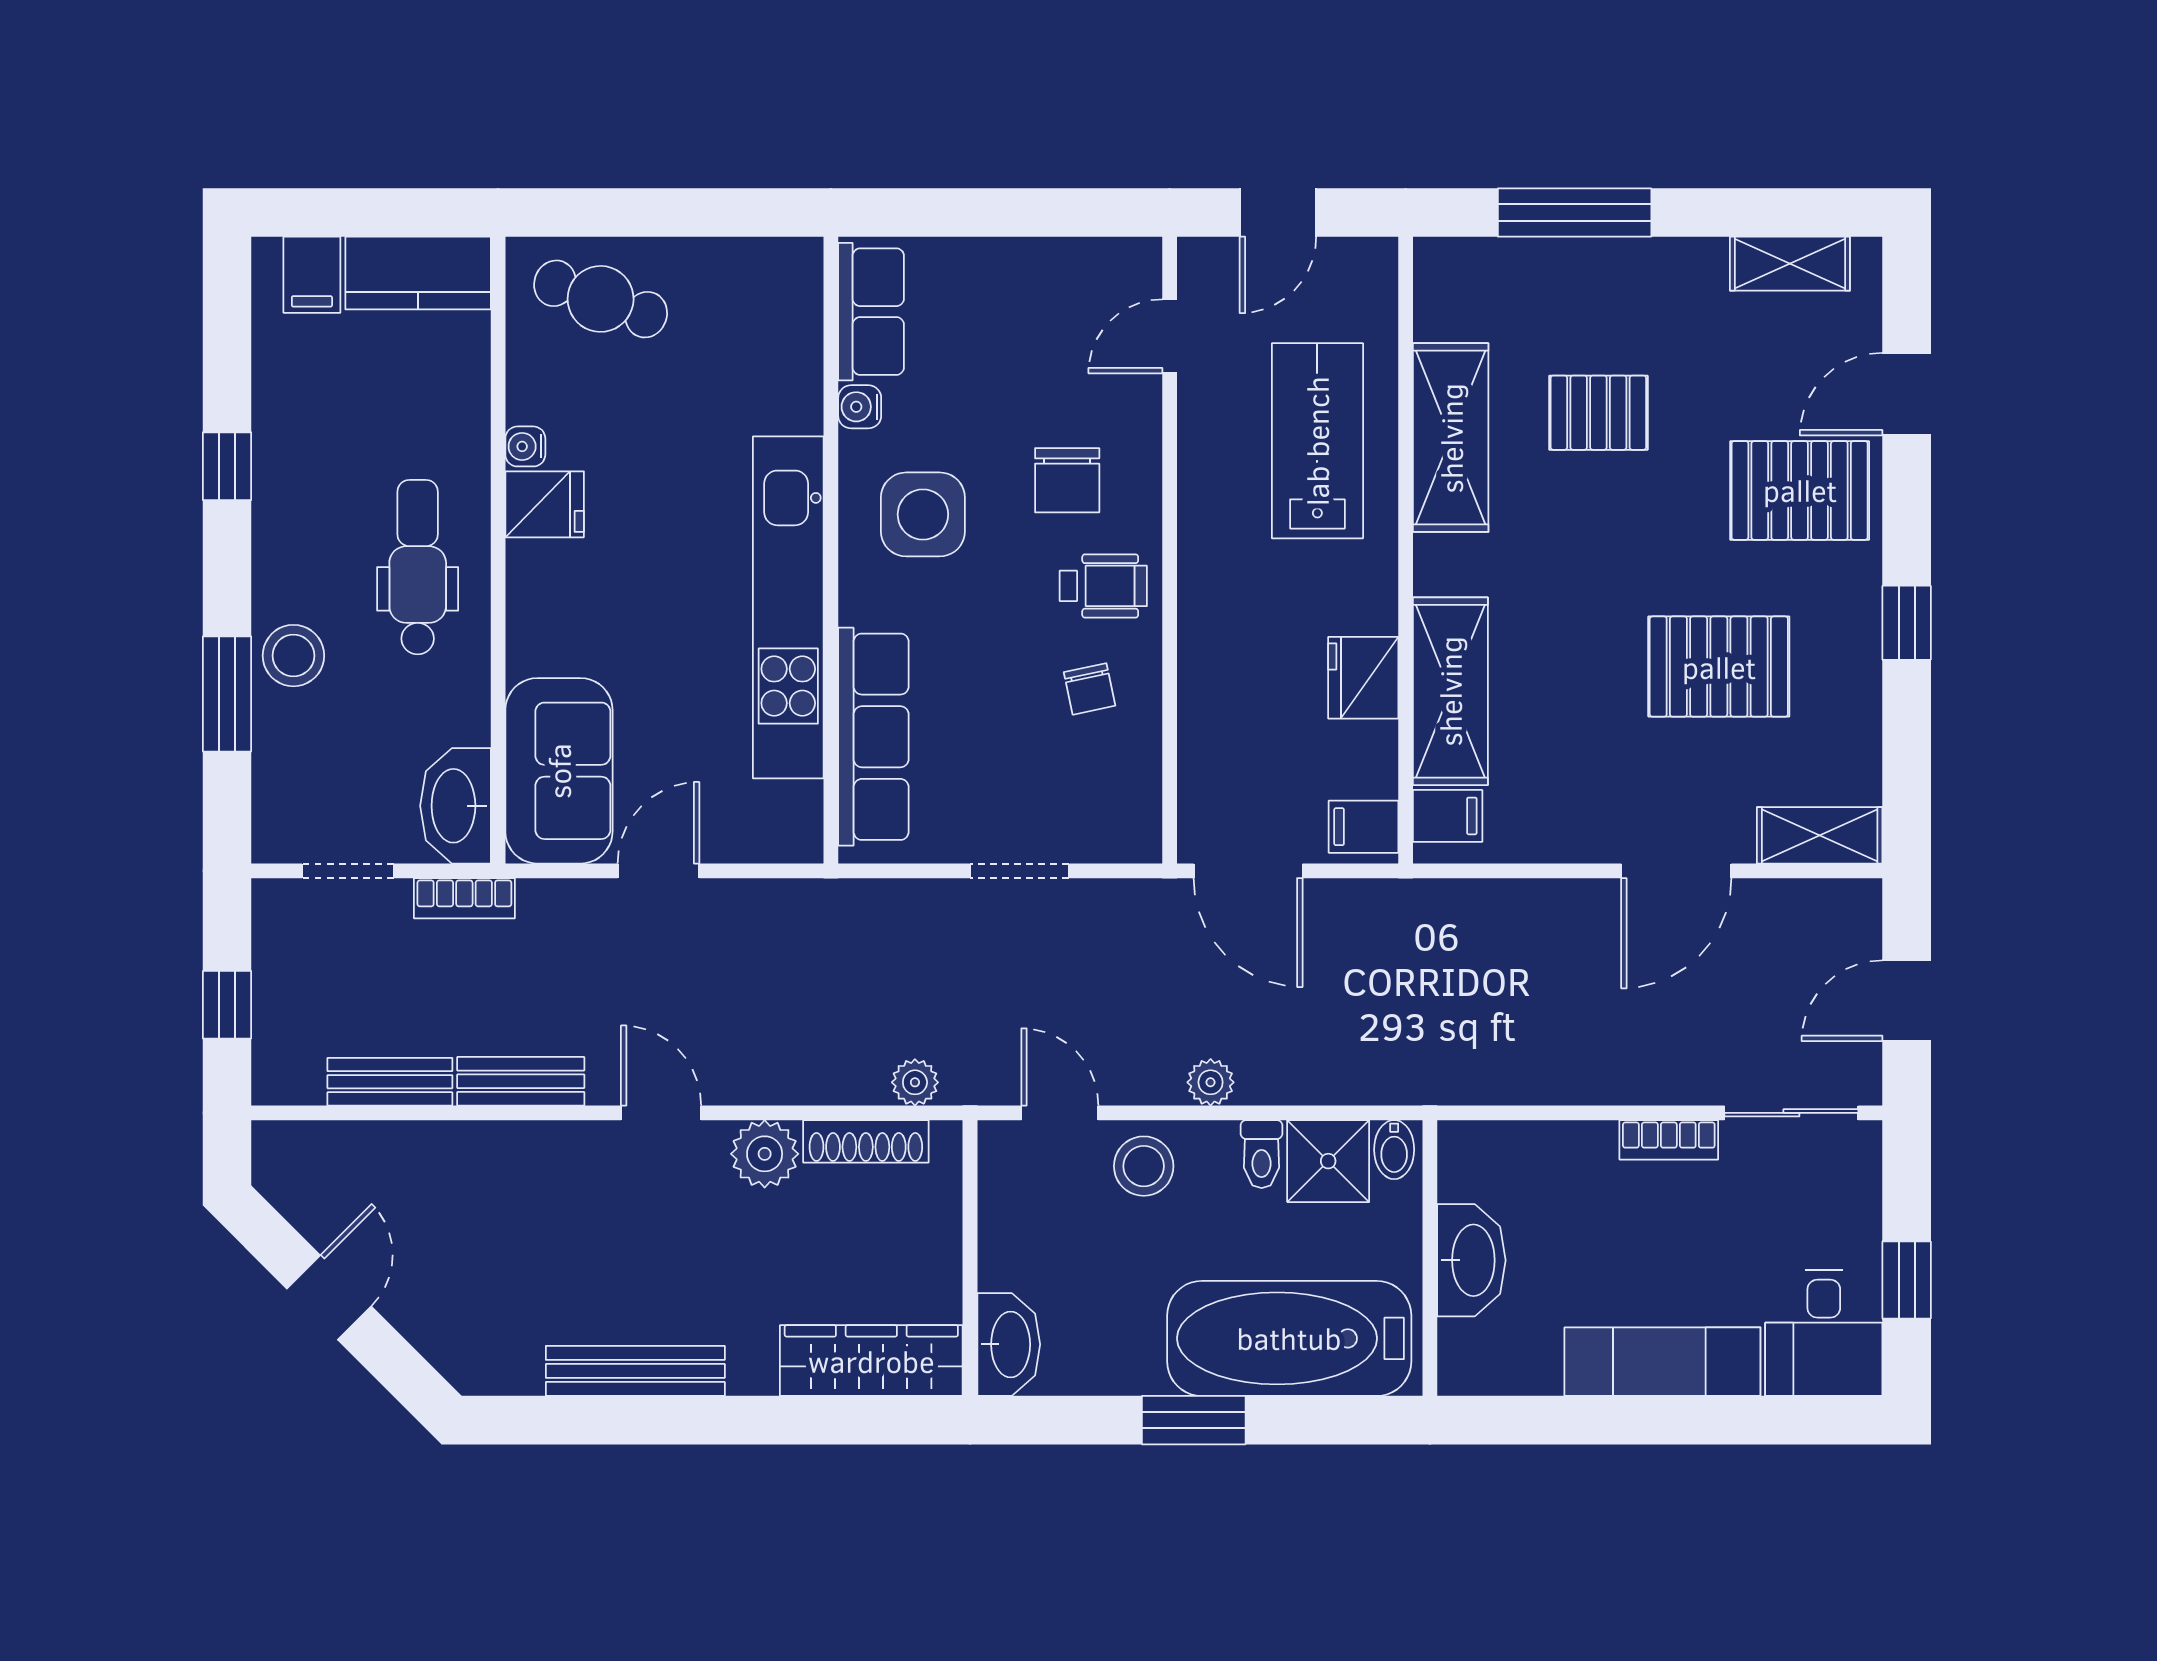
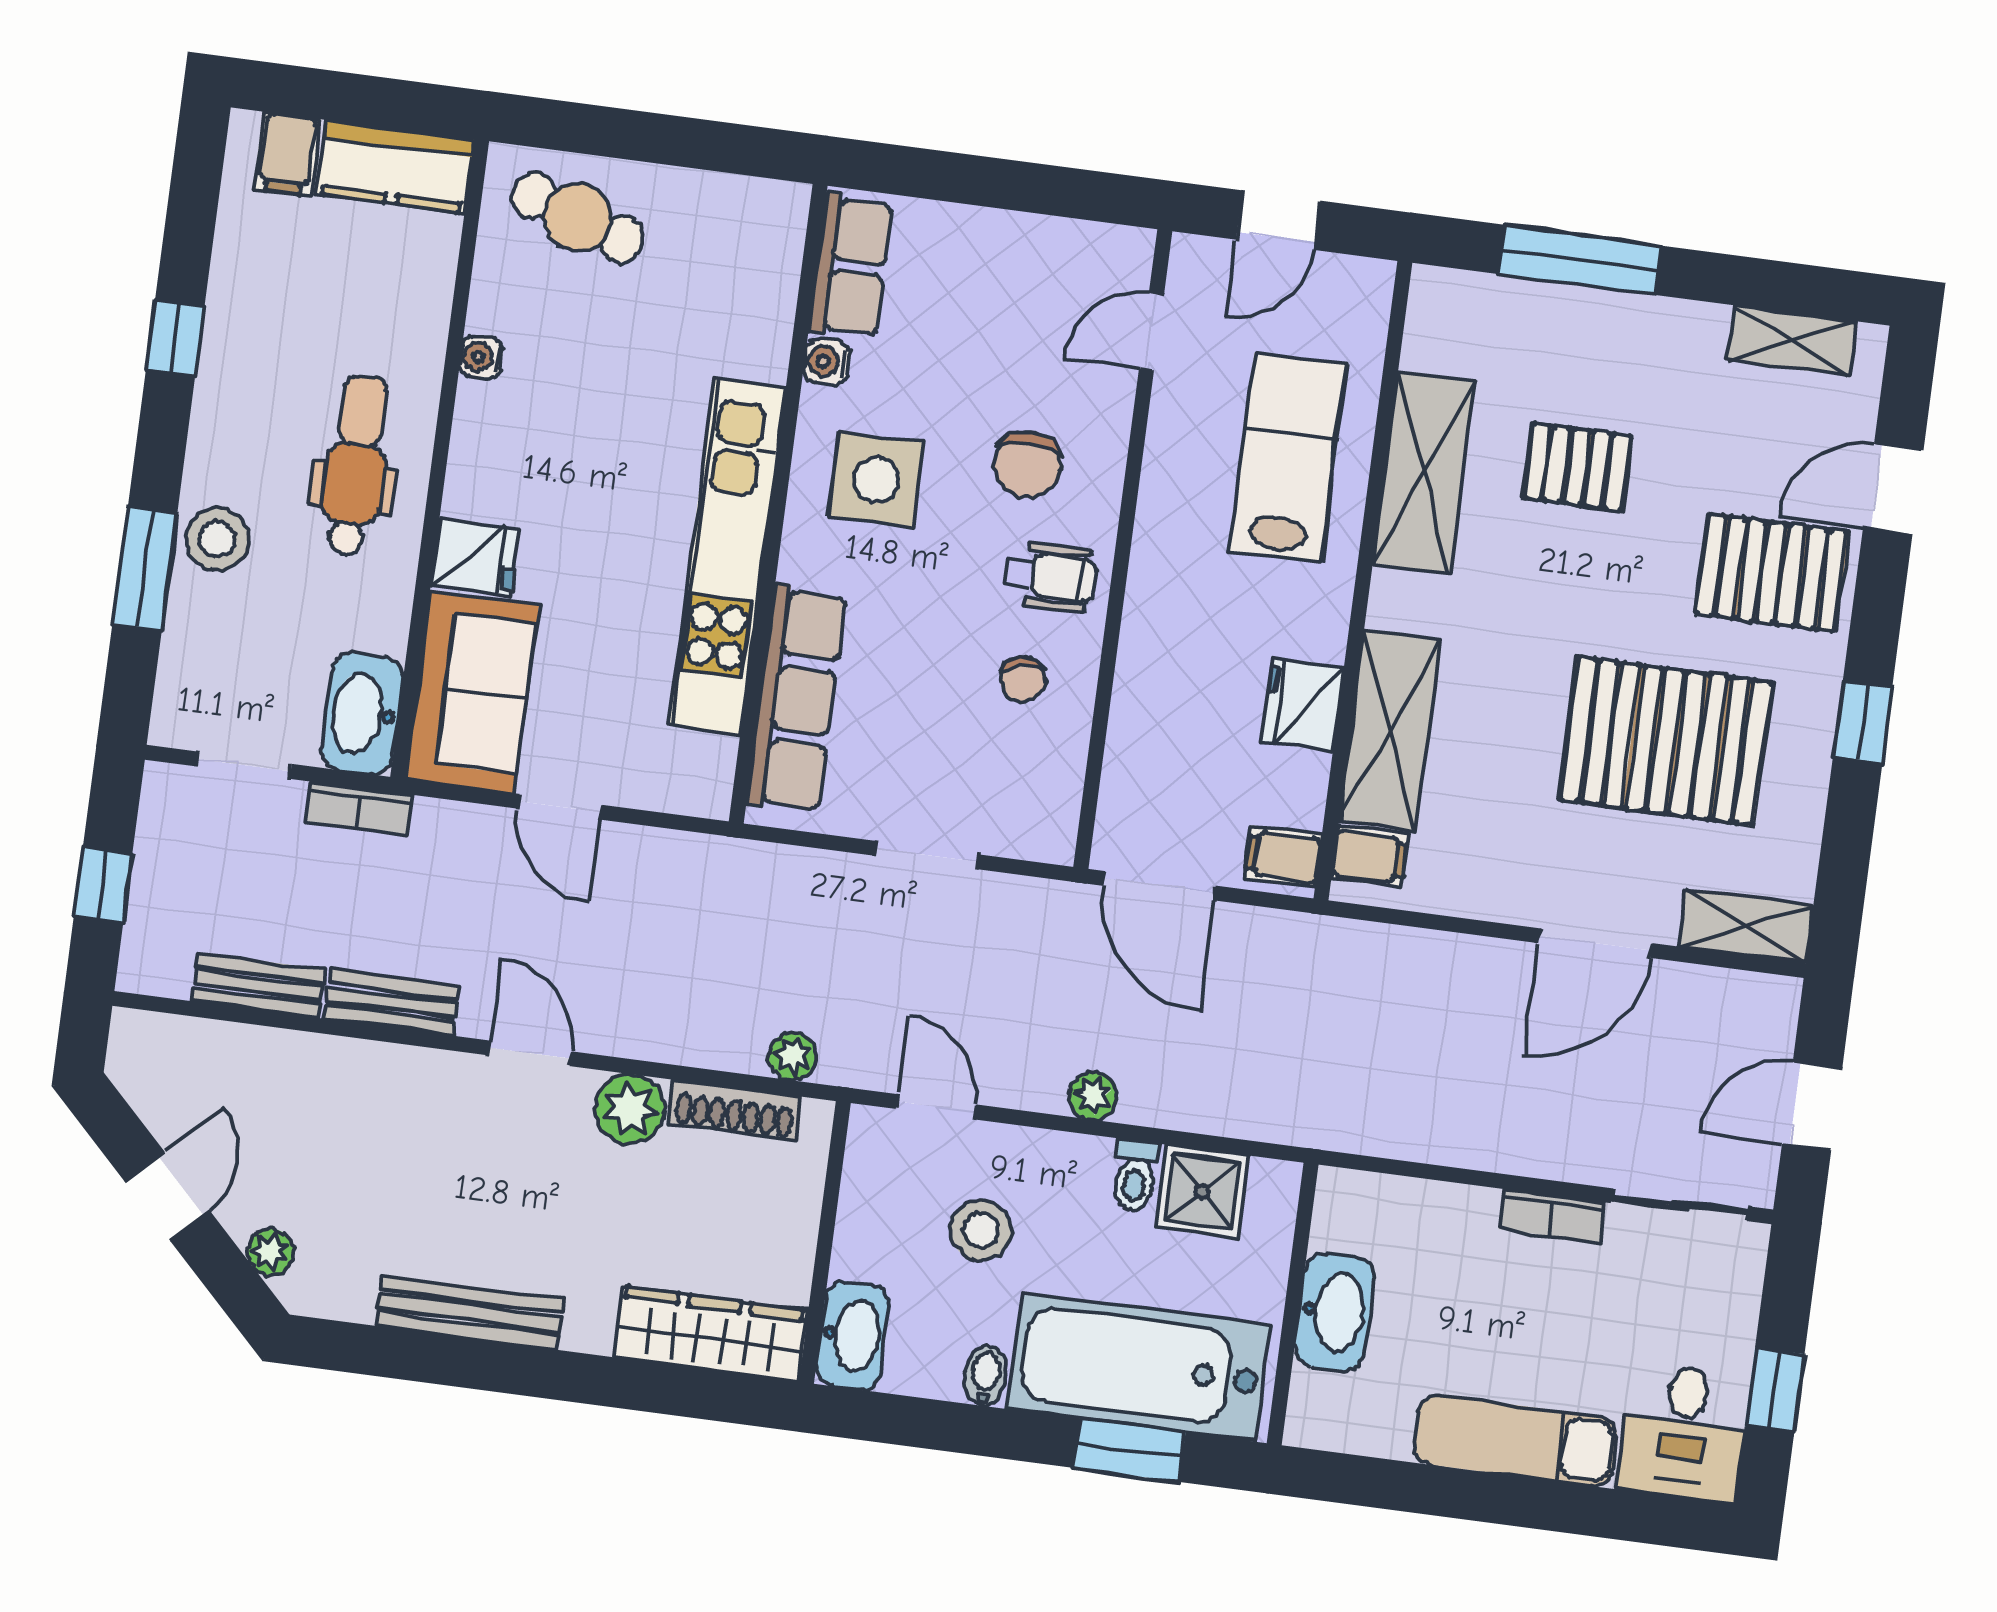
fridge: (545, 504) -> (475, 557), moved
pallet: (1719, 667) -> (1666, 741), width x1.37, depth x1.41
door: (659, 871) -> (560, 807), swing flipped
bidet: (1394, 1150) -> (986, 1376), moved, turned 180
stool: (1144, 1166) -> (981, 1230), moved
plant: (436, 1338) -> (271, 1252), added
window: (1194, 1420) -> (1129, 1450), moved

